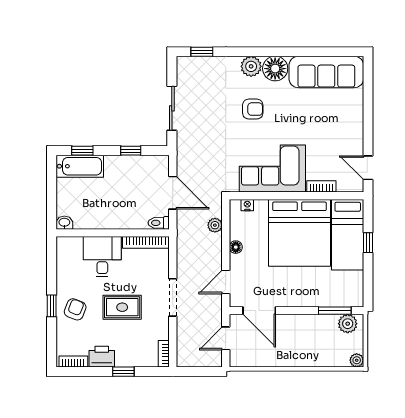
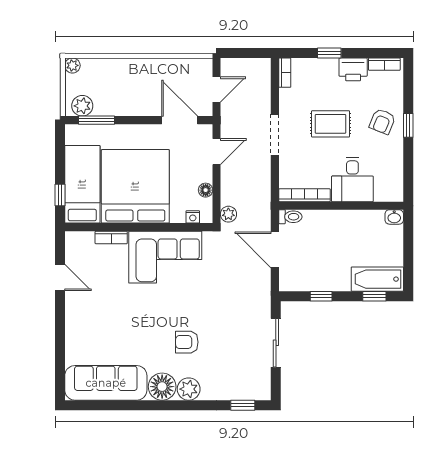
corner sofa: (272, 169) -> (165, 257), moved
bookcase: (321, 186) -> (111, 237), moved
wall: (296, 196) -> (139, 227), moved
nightstand: (247, 205) -> (193, 217), moved
bed: (299, 233) -> (135, 186), moved
bed: (348, 235) -> (82, 184), moved

